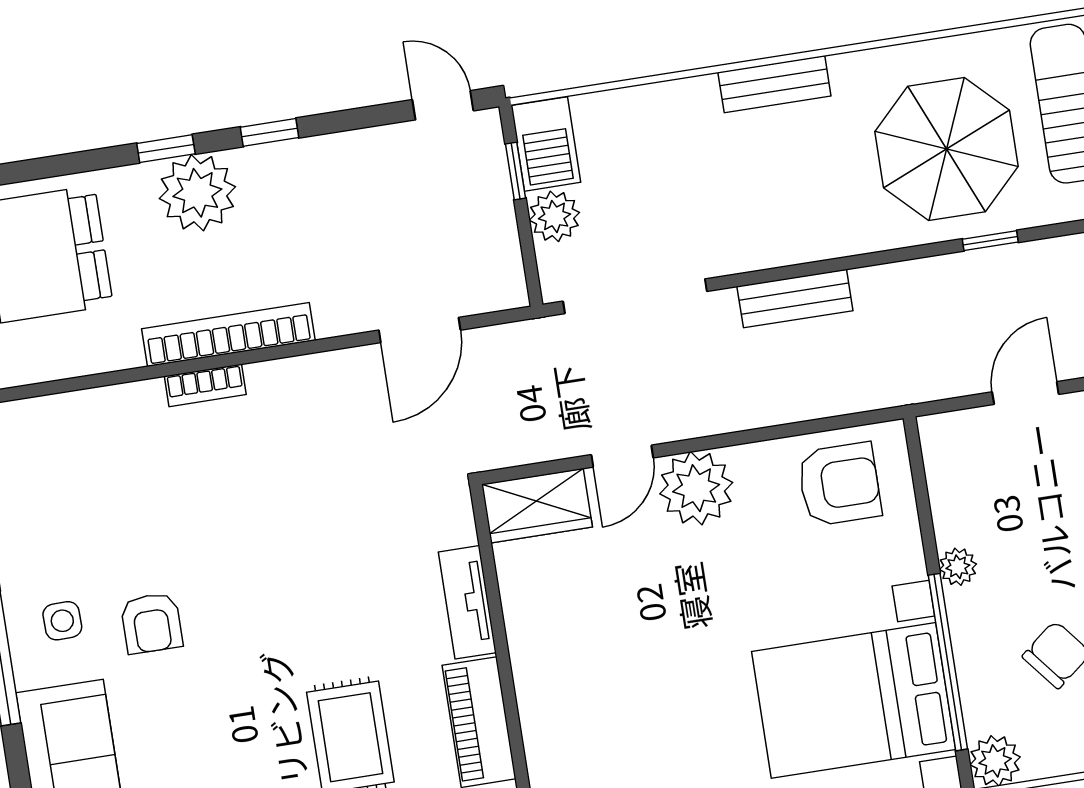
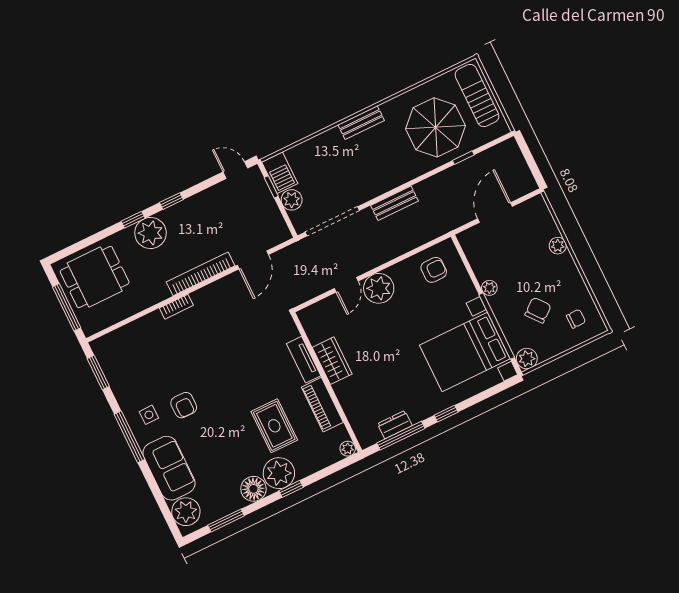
bookcase: (228, 335) -> (201, 274), moved
door: (1025, 393) -> (495, 213), width x1.38
armchair: (839, 484) -> (434, 270), width x0.72, depth x0.72
wardrobe: (537, 506) -> (332, 361), moved, turned -90

